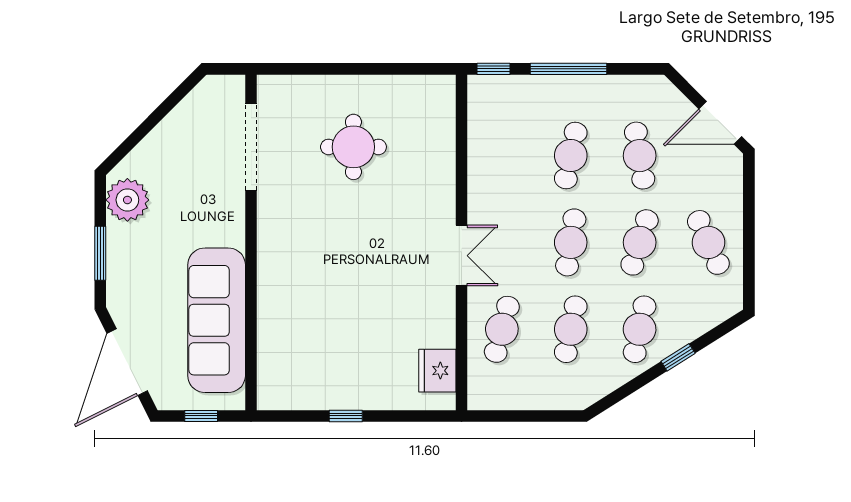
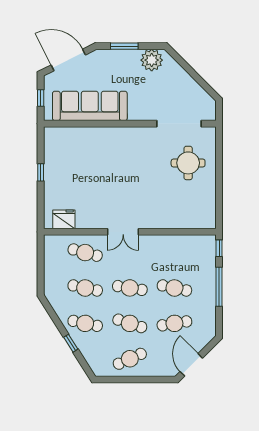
round table: (353, 147) -> (188, 163), moved

